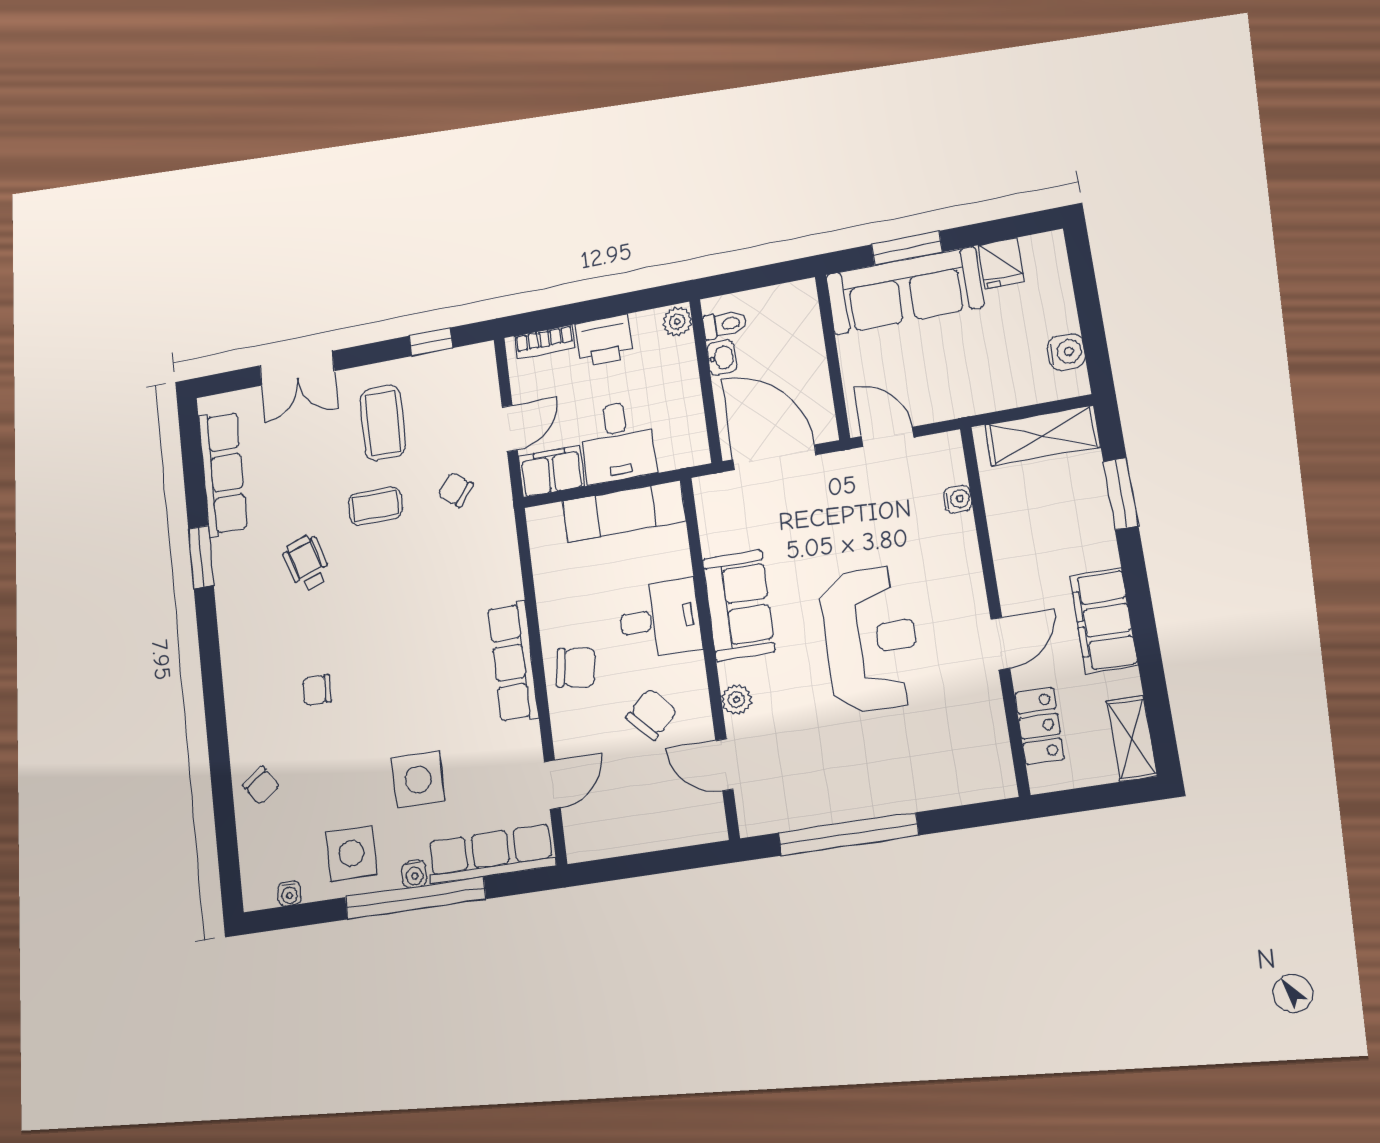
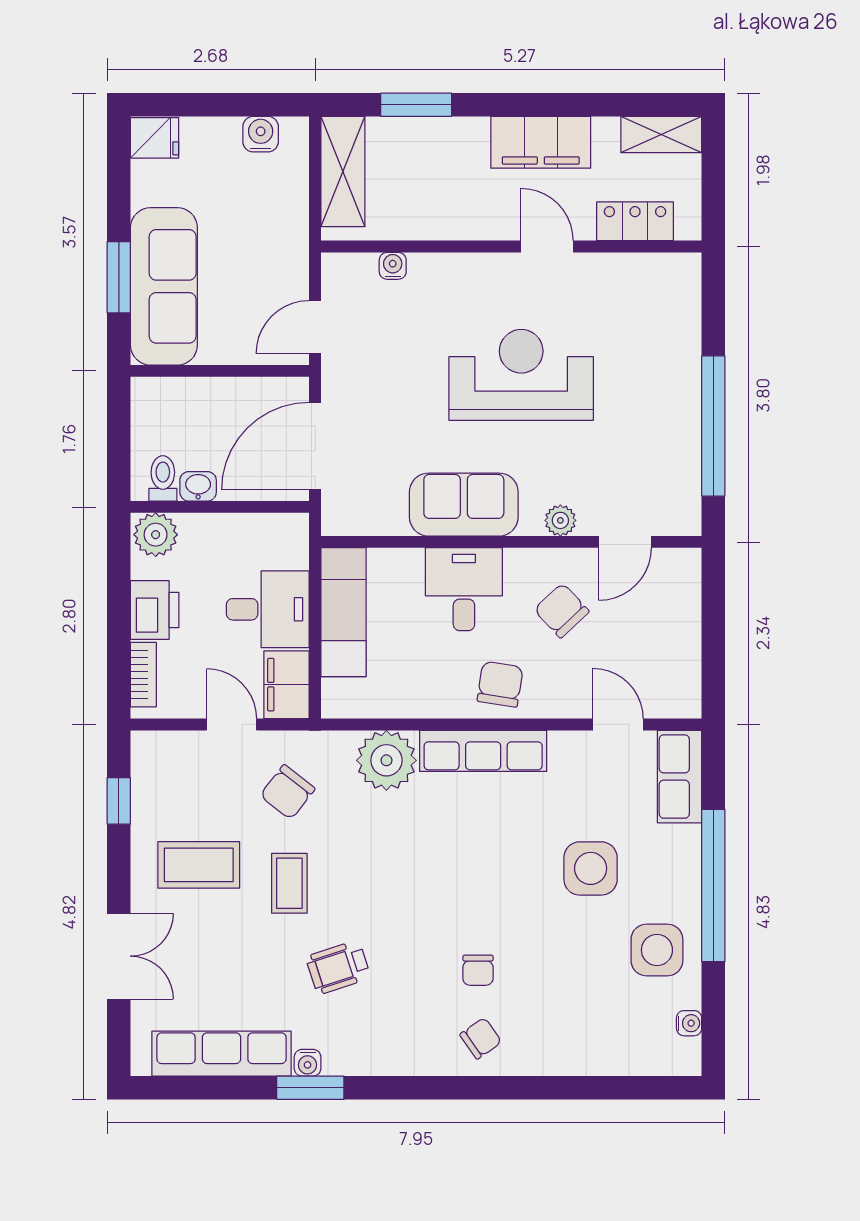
fridge: (1001, 263) -> (155, 138), moved
plant: (677, 322) -> (156, 535), width x1.38, depth x1.38
chair: (455, 490) -> (287, 792), width x1.37, depth x1.37
plant: (494, 574) -> (386, 760), added
chair: (261, 785) -> (481, 1038), moved
row of seats: (491, 854) -> (680, 777), width x0.68
water cooler: (414, 874) -> (308, 1063), moved, turned 90

